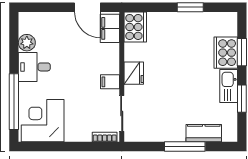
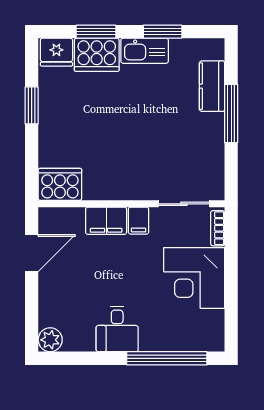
filing cabinet: (110, 28) -> (106, 221), moved
plant: (27, 43) -> (50, 340), moved
fridge: (134, 73) -> (56, 52), moved, turned 180
corner desk: (43, 121) -> (194, 278), moved

